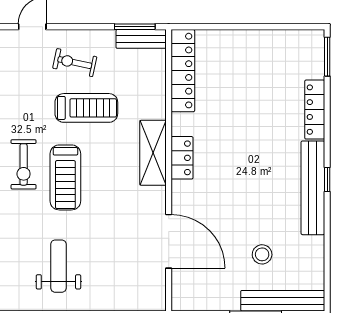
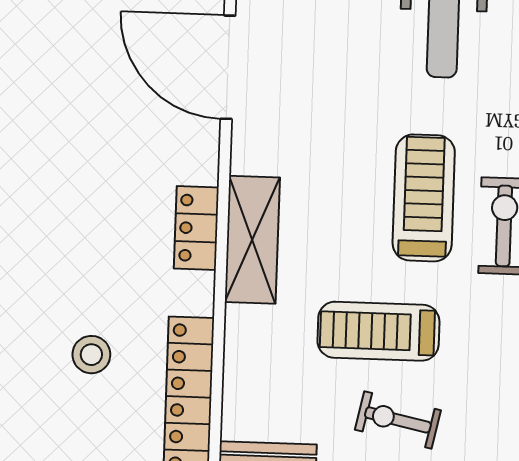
exercise bike: (75, 63) -> (398, 420), turned 180
stool: (262, 254) -> (91, 355), moved

